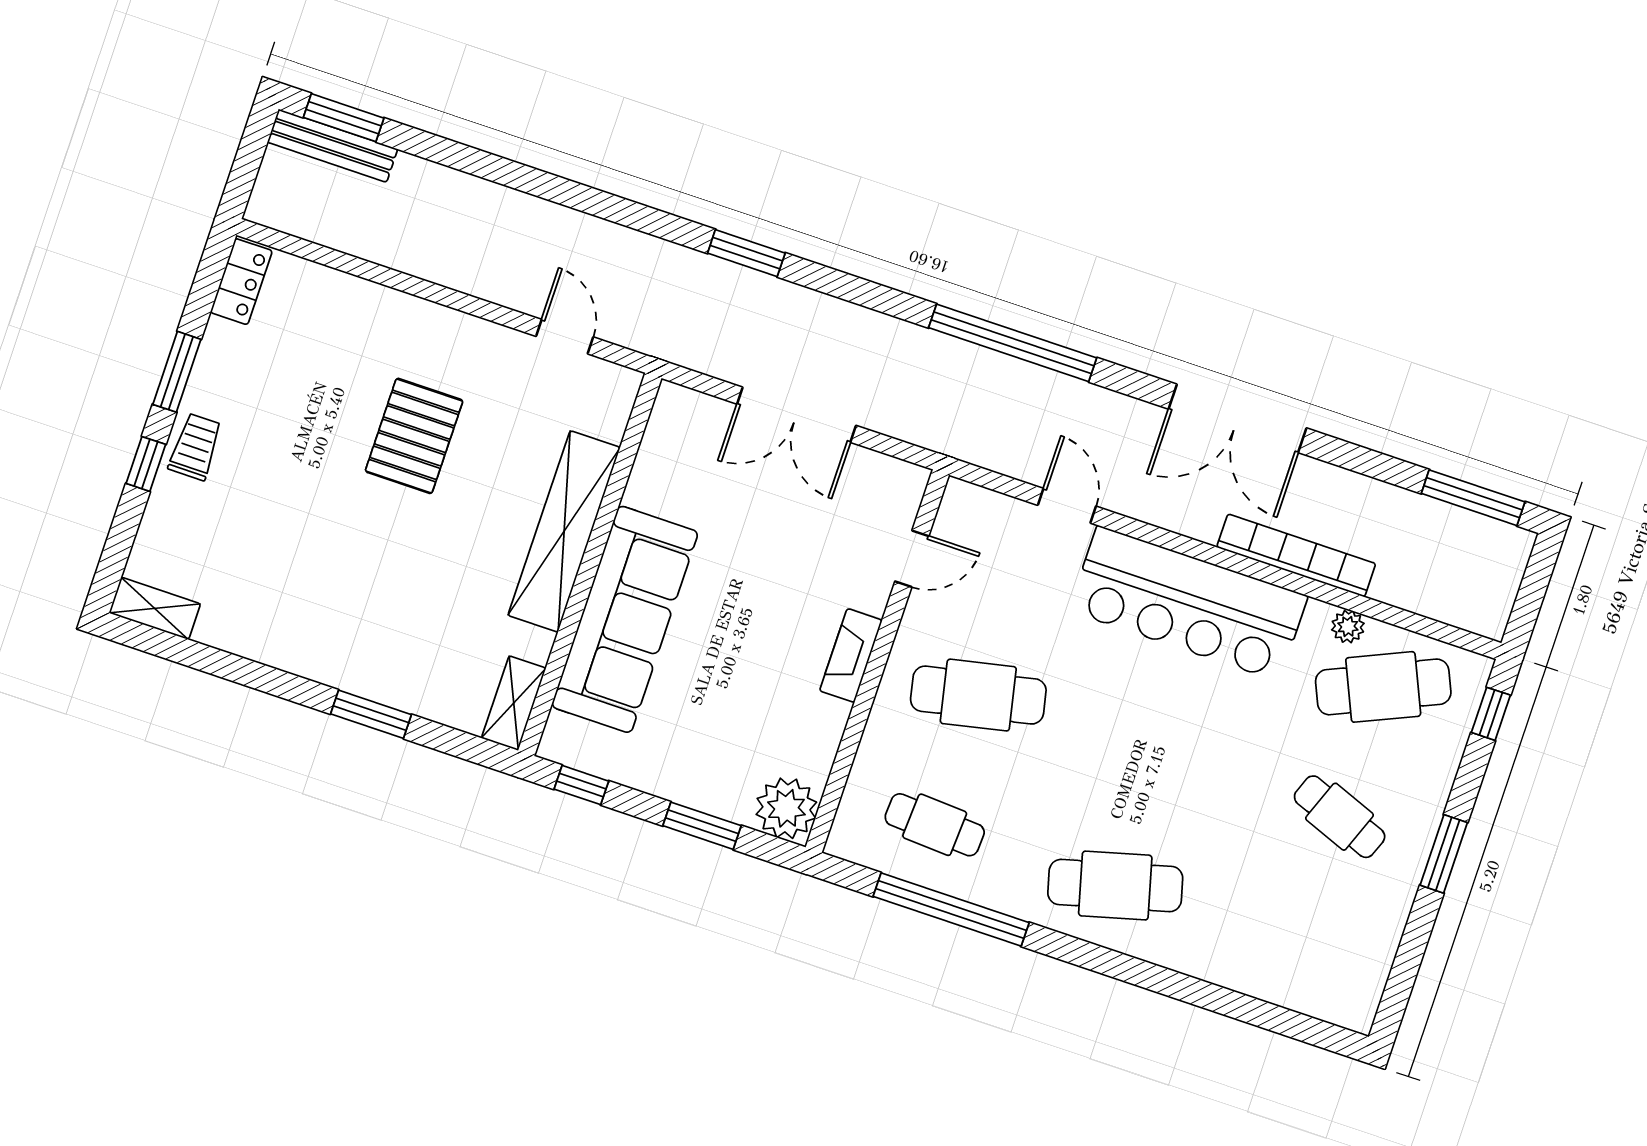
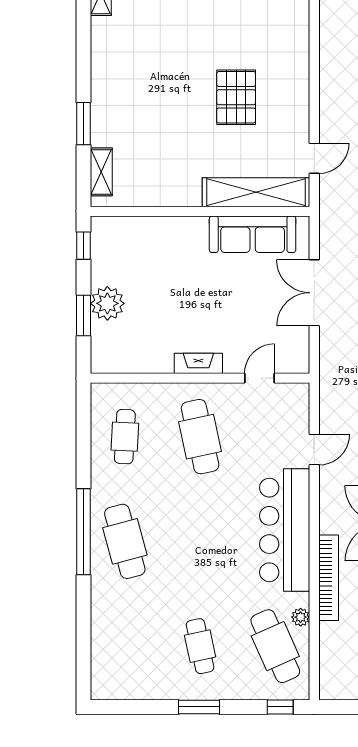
pallet: (414, 436) -> (236, 97), turned 90
shelving: (564, 531) -> (256, 192), moved
door: (912, 559) -> (259, 378), swing flipped
sofa: (625, 619) -> (253, 234), moved, width x0.74, depth x0.79
shelving: (514, 703) -> (101, 172), moved, turned 90
plant: (786, 808) -> (107, 303), moved
cafe table: (1340, 817) -> (200, 646), turned -33
window: (951, 910) -> (84, 532), moved

